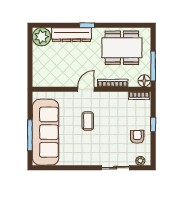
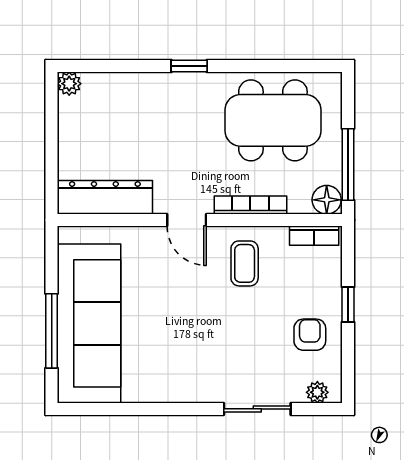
dresser: (71, 35) -> (105, 197), moved, turned 180
plant: (42, 37) -> (69, 84), width x0.53, depth x0.53
door: (86, 89) -> (187, 220), swing flipped
coffee table: (88, 121) -> (245, 263), moved

